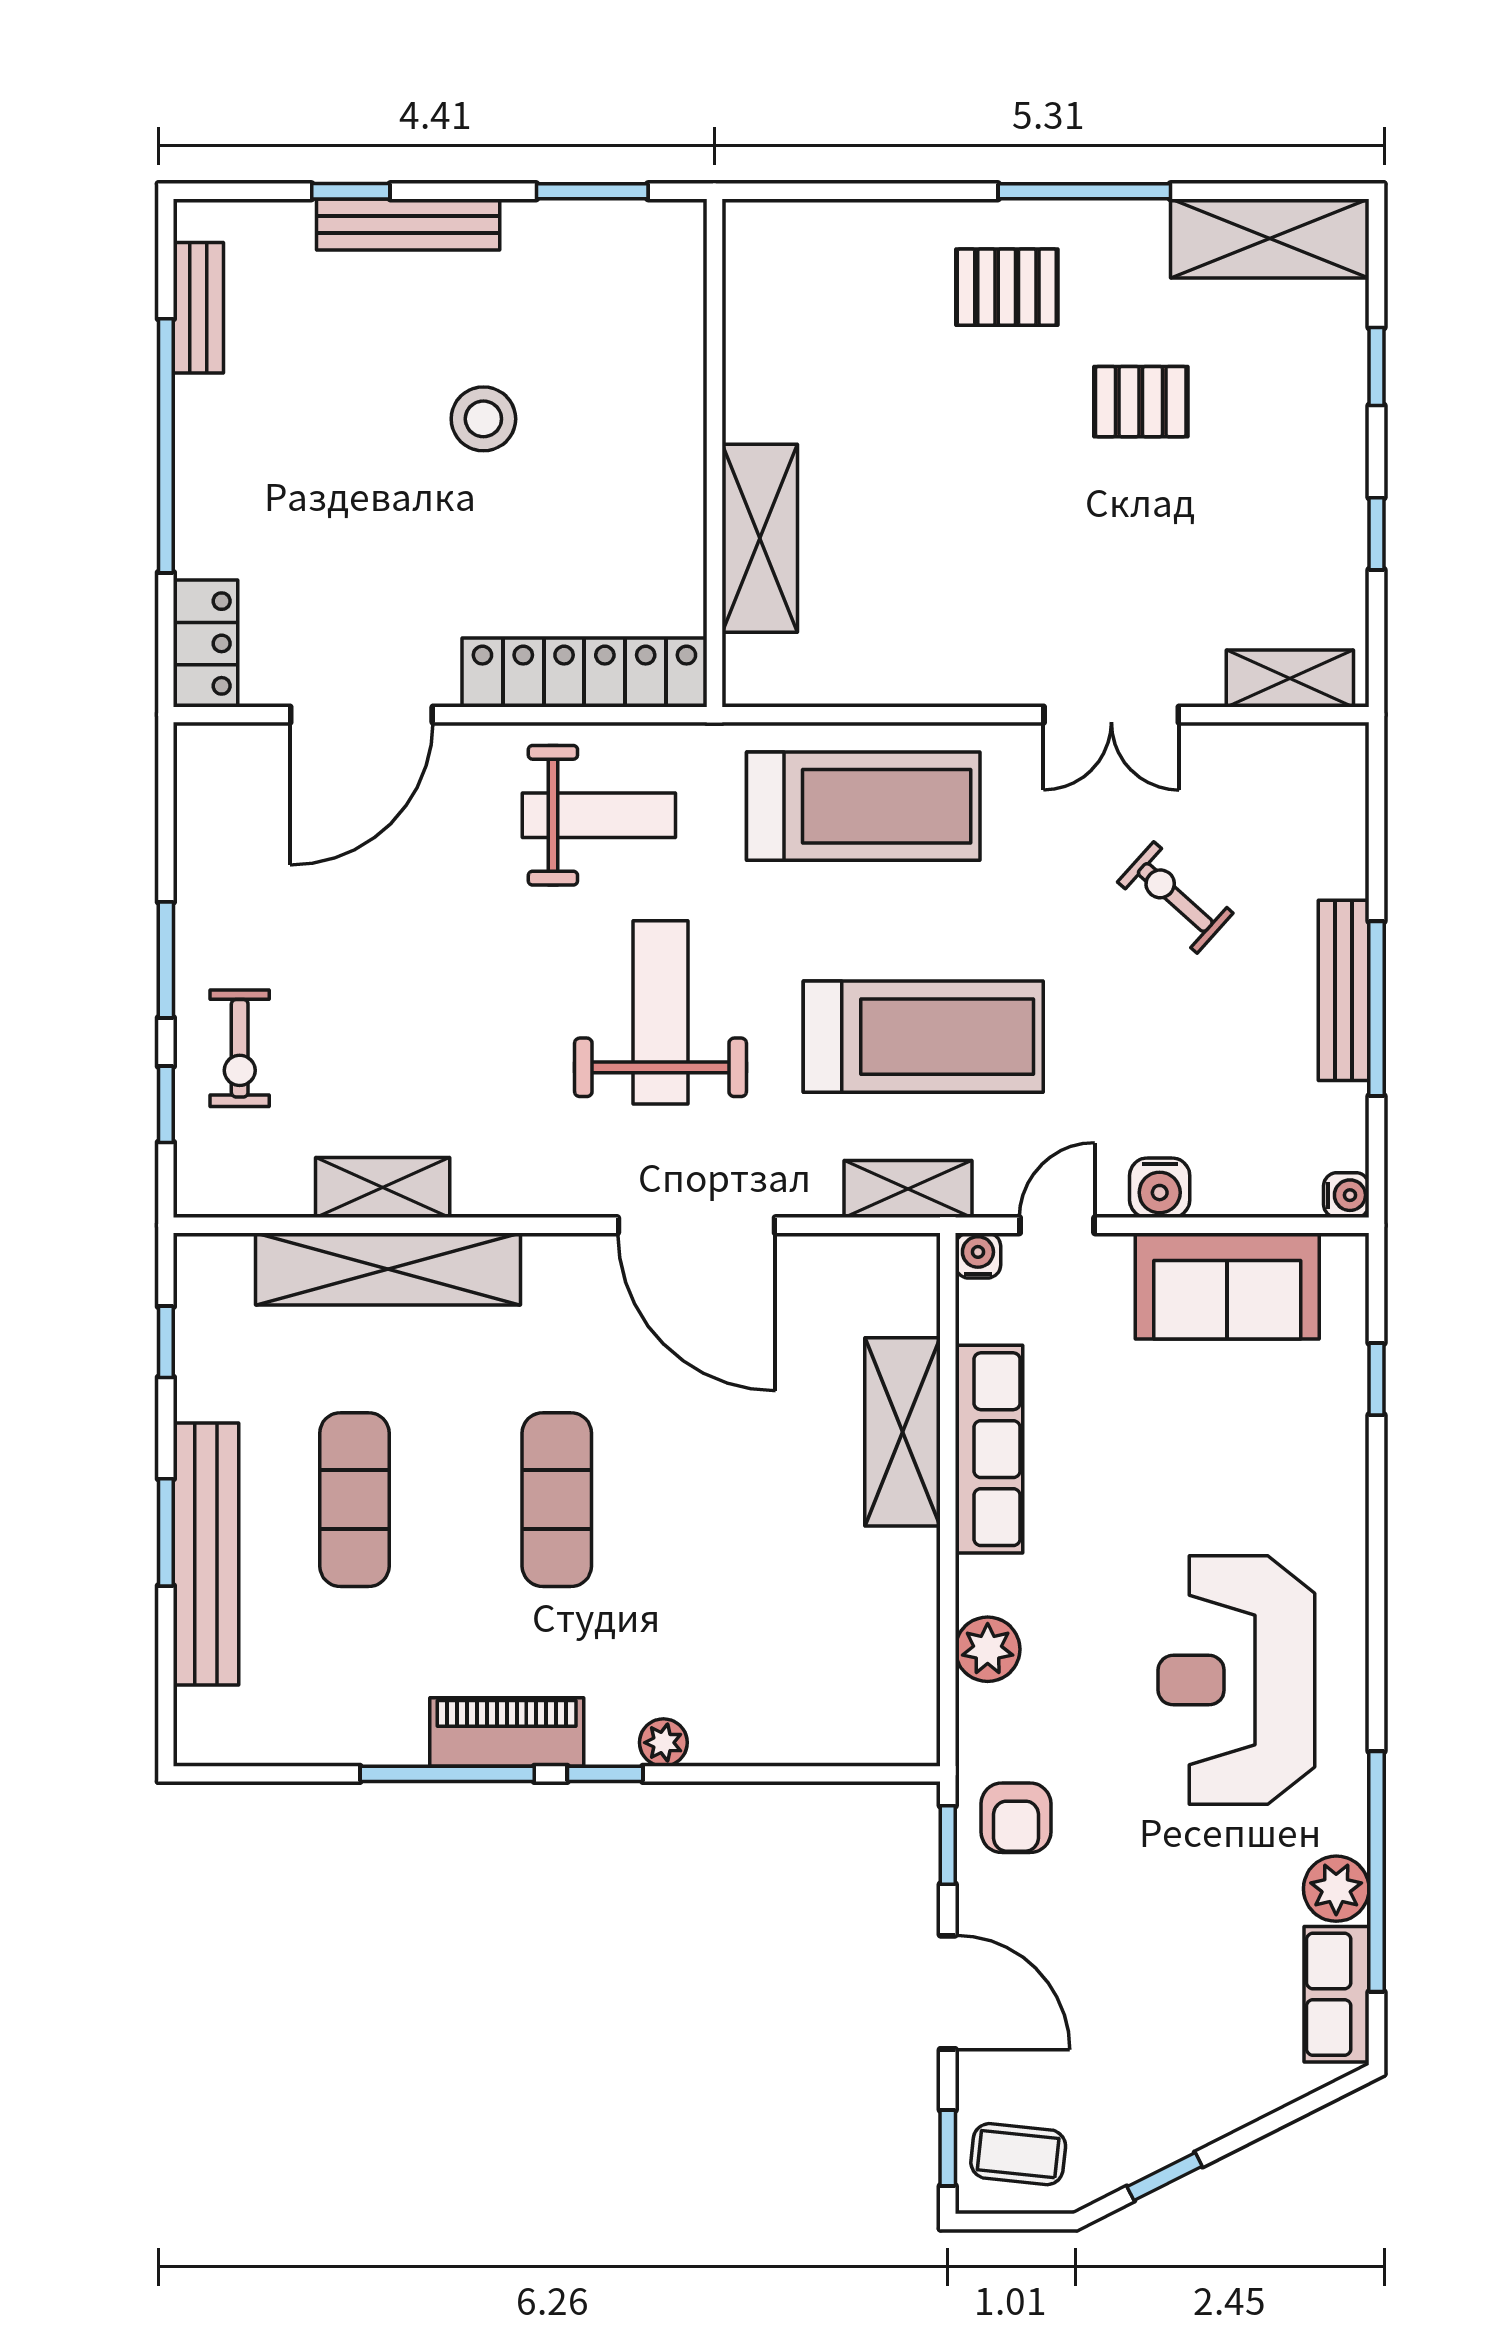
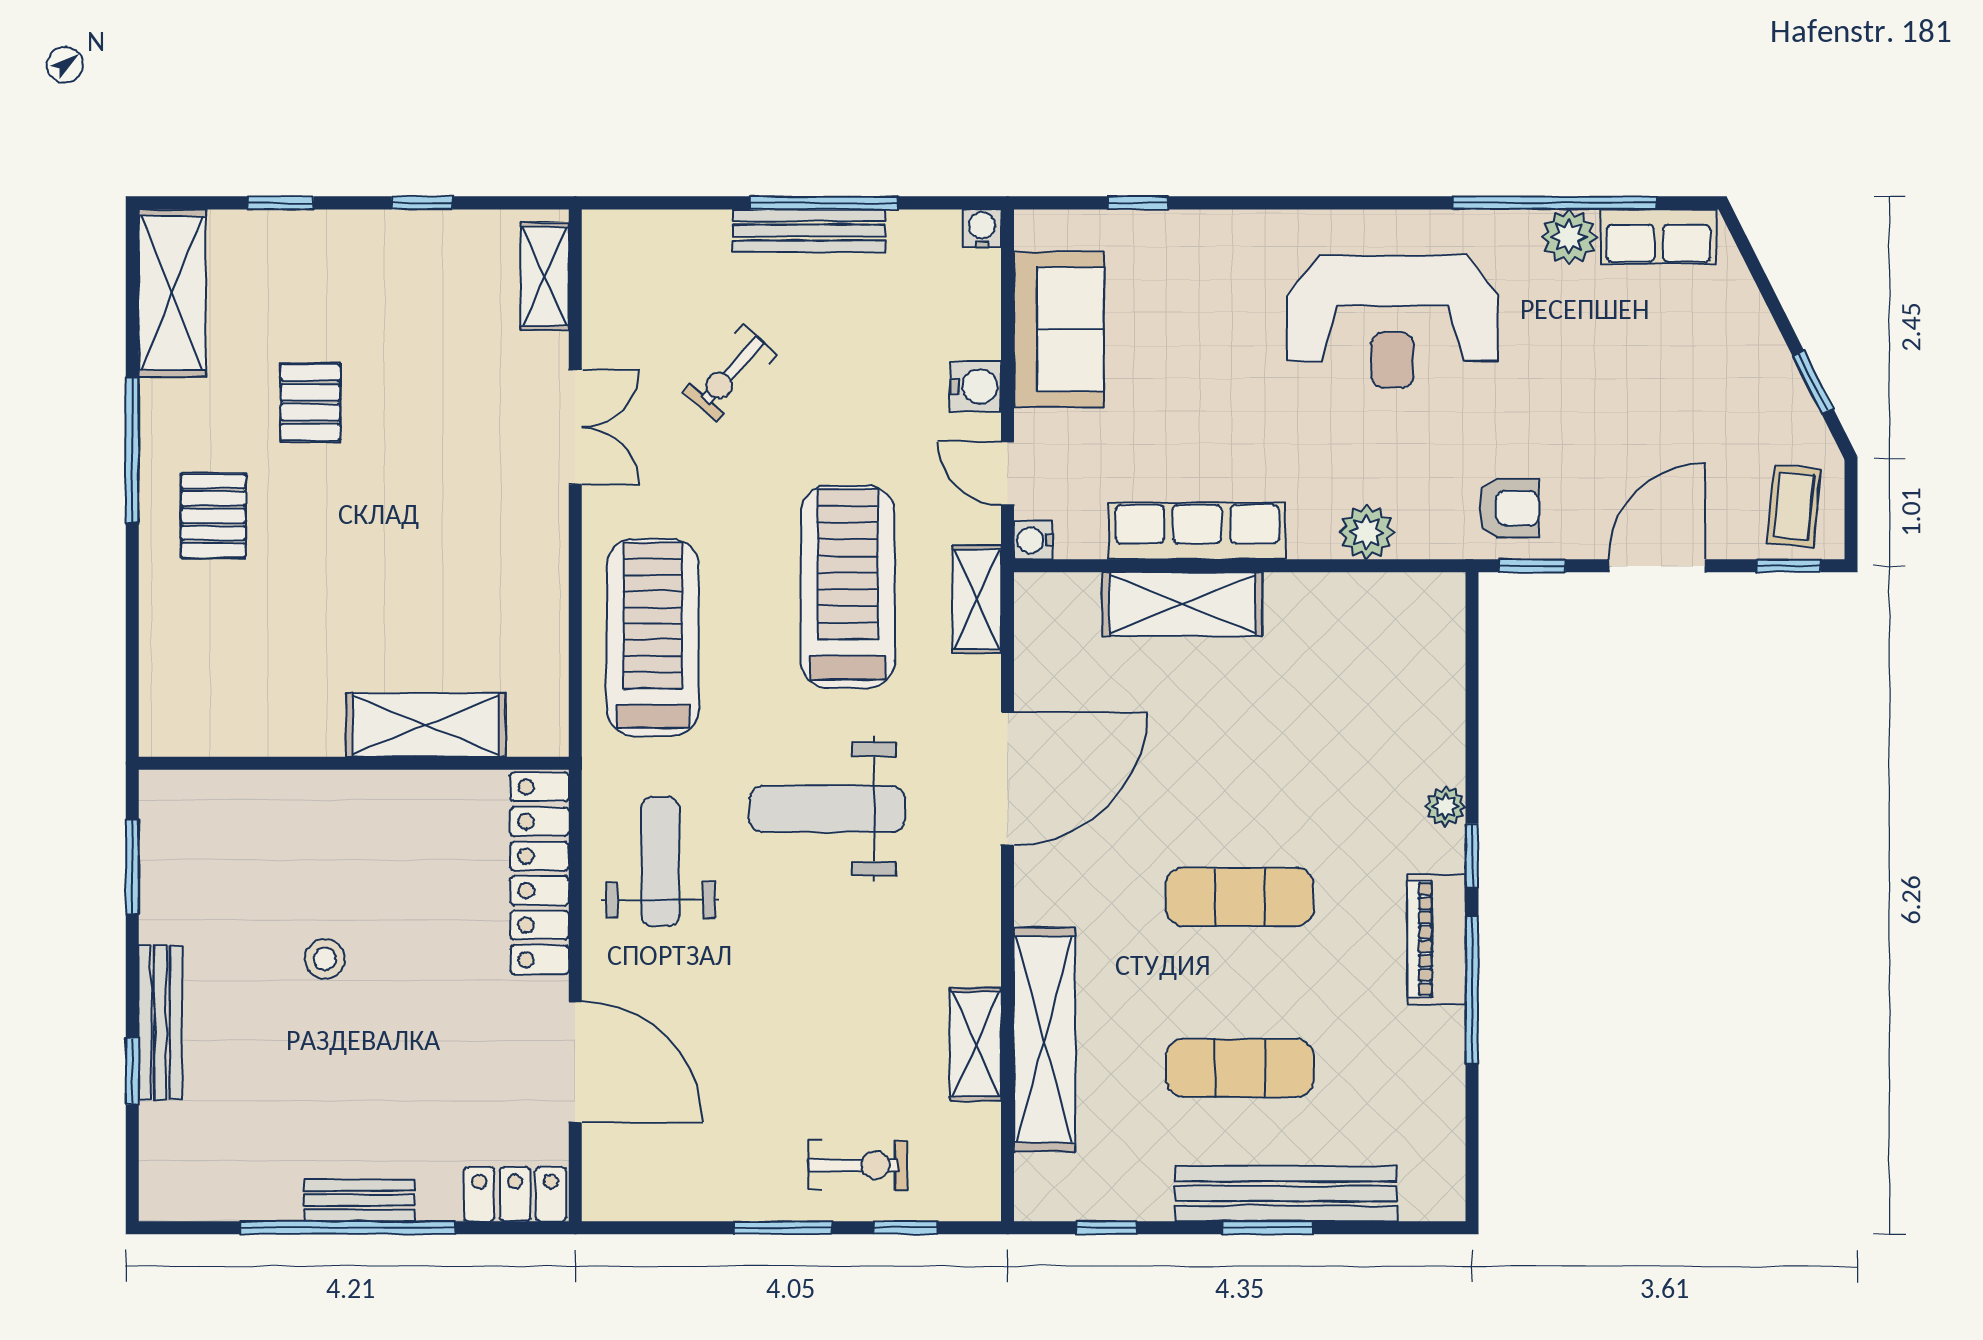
bench: (198, 308) -> (359, 1200), moved
stool: (483, 419) -> (325, 959), width x0.73, depth x0.73

